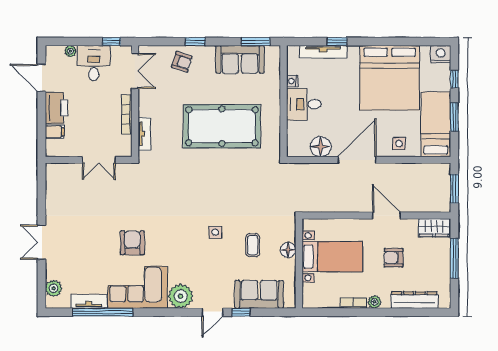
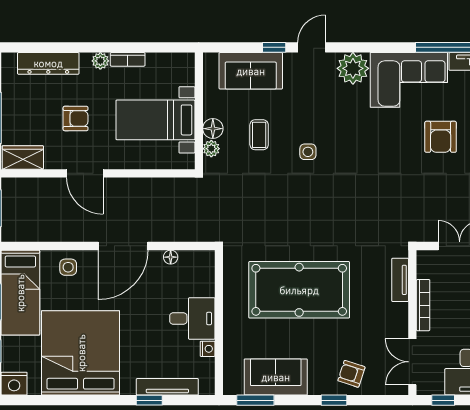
floor lamp: (321, 147) -> (171, 257), width x0.53, depth x0.53
plant: (289, 235) -> (211, 149), added
armchair: (132, 243) -> (441, 137), moved

